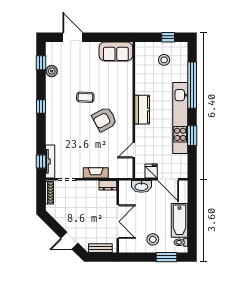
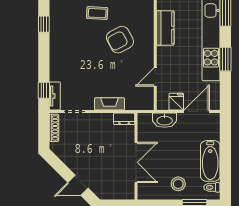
tv unit: (50, 161) -> (55, 96), width x0.71
door: (168, 179) -> (197, 112), swing flipped
bench: (100, 248) -> (115, 194), removed

